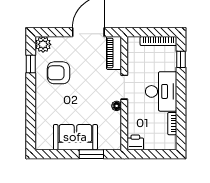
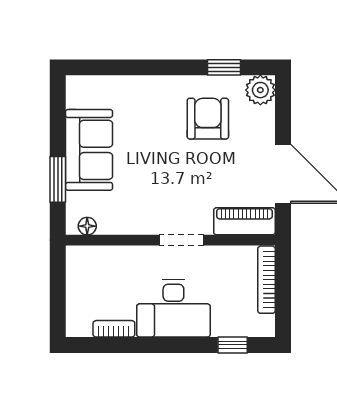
bookcase: (158, 41) -> (266, 280), moved
floor lamp: (117, 106) -> (87, 226), moved
printer: (135, 142) -> (79, 261), removed

